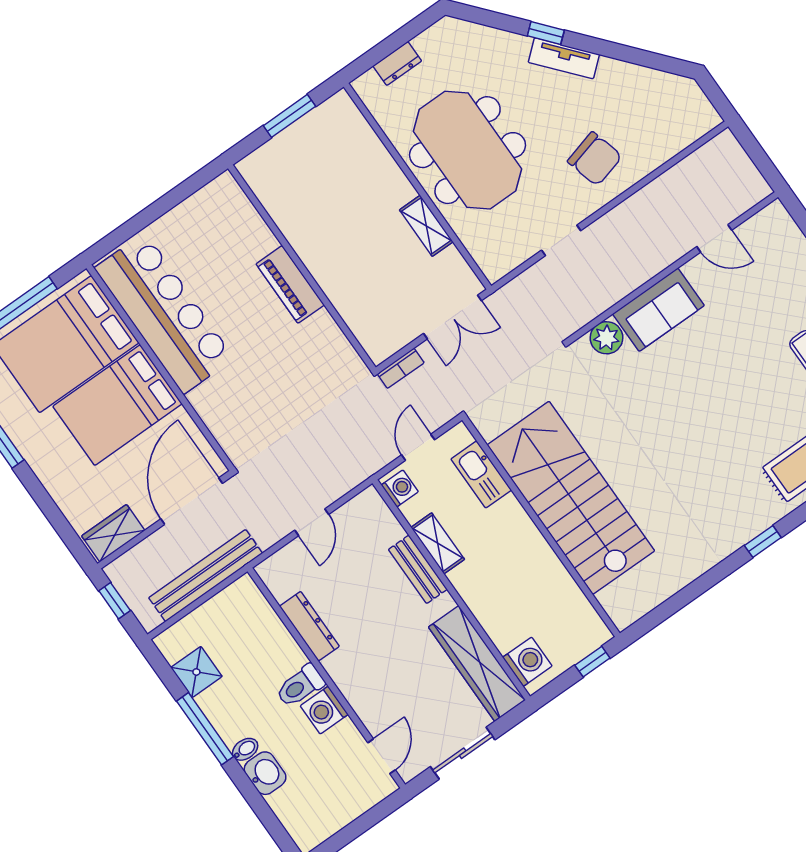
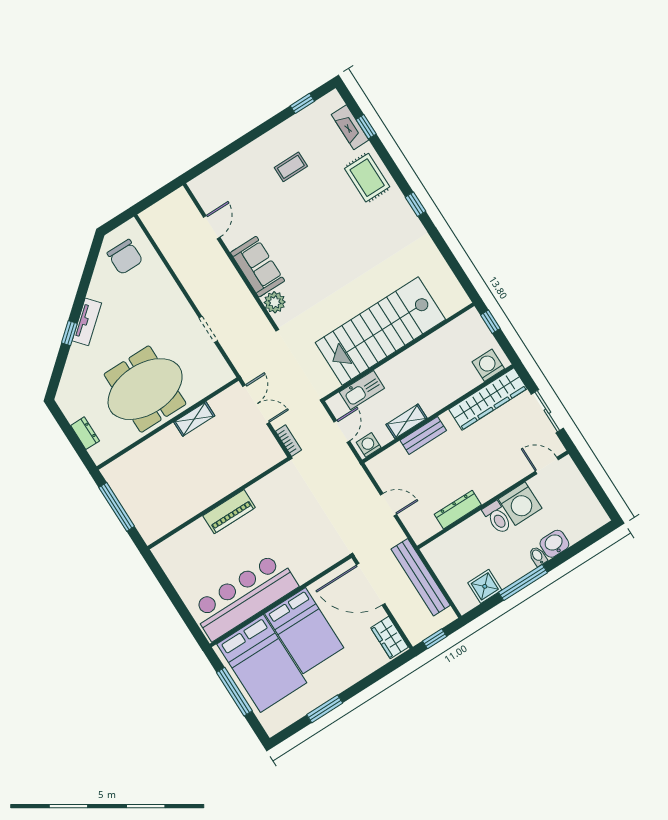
window: (289, 116) -> (117, 507), width x1.44
chair: (595, 159) -> (125, 257), moved, turned 105
door: (418, 447) -> (342, 431), swing flipped
washing machine: (324, 710) -> (520, 504), width x1.37, depth x1.37

